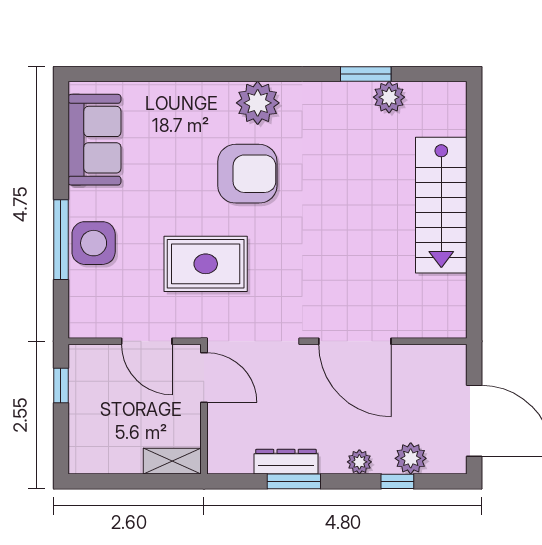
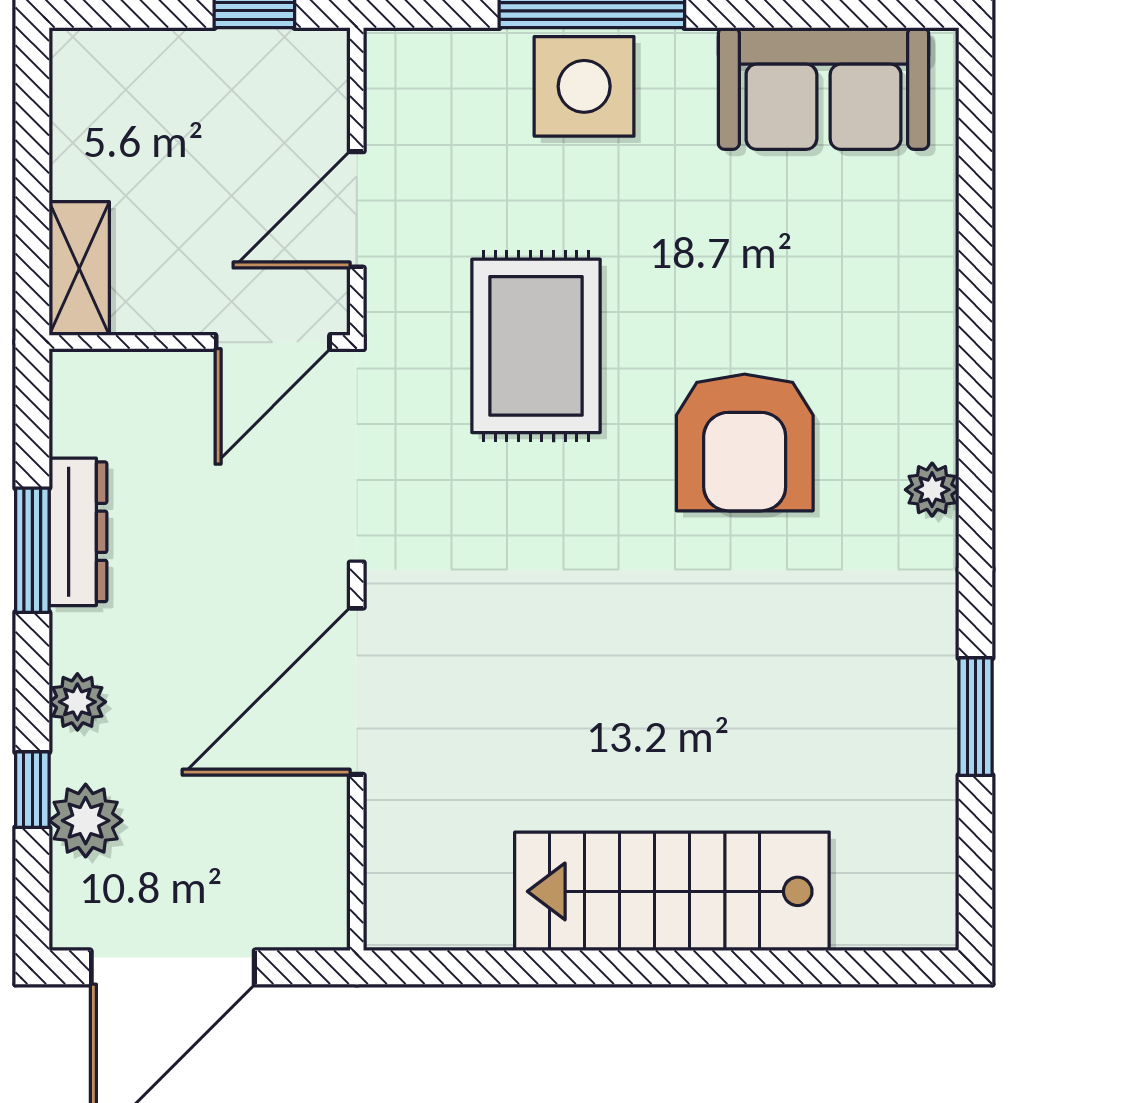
plant: (389, 97) -> (922, 770), removed
plant: (258, 103) -> (932, 490), width x0.53, depth x0.53

